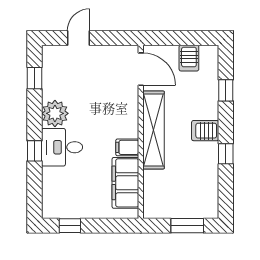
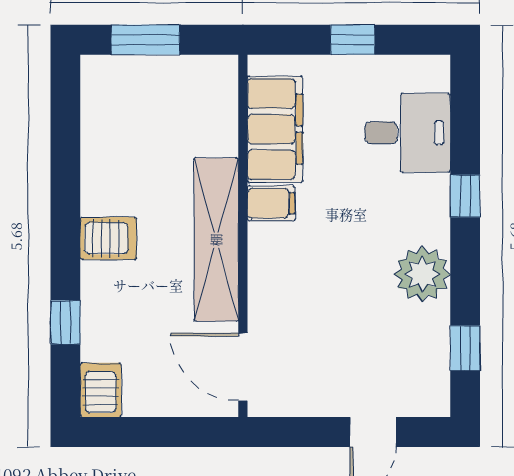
server rack: (189, 58) -> (101, 390), moved
desk: (62, 147) -> (408, 133), moved
window: (226, 154) -> (65, 190), removed
window: (70, 226) -> (353, 40), moved

